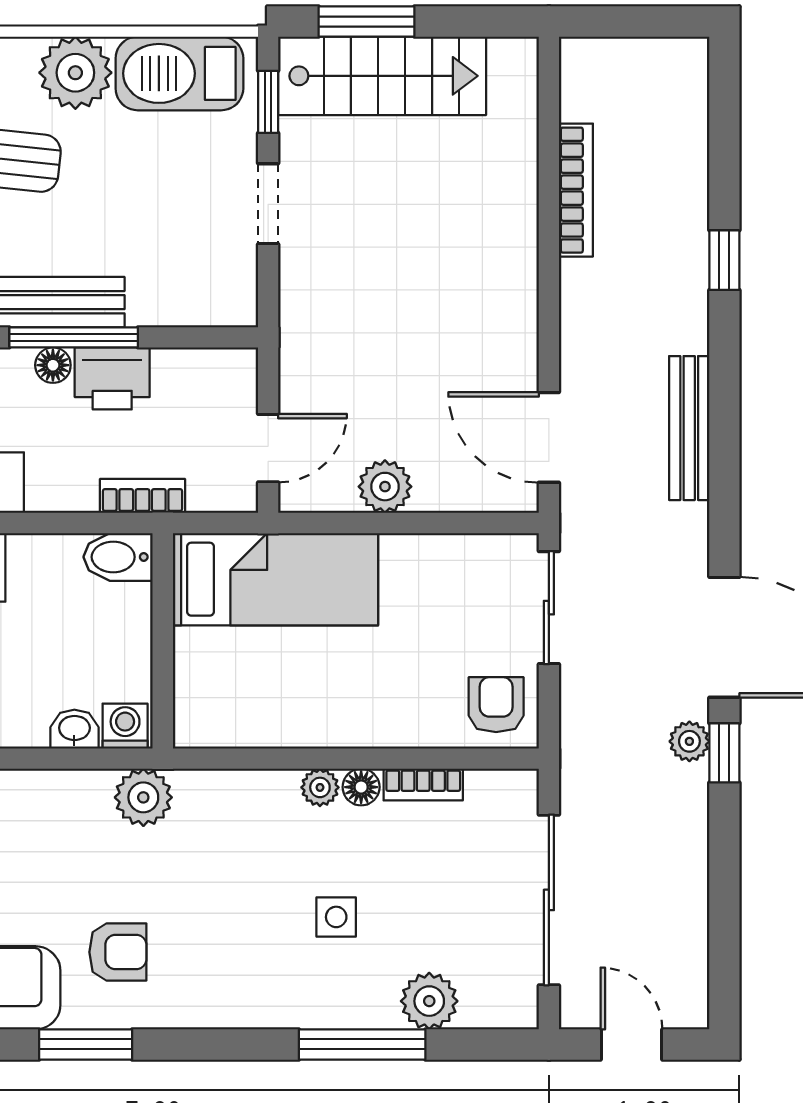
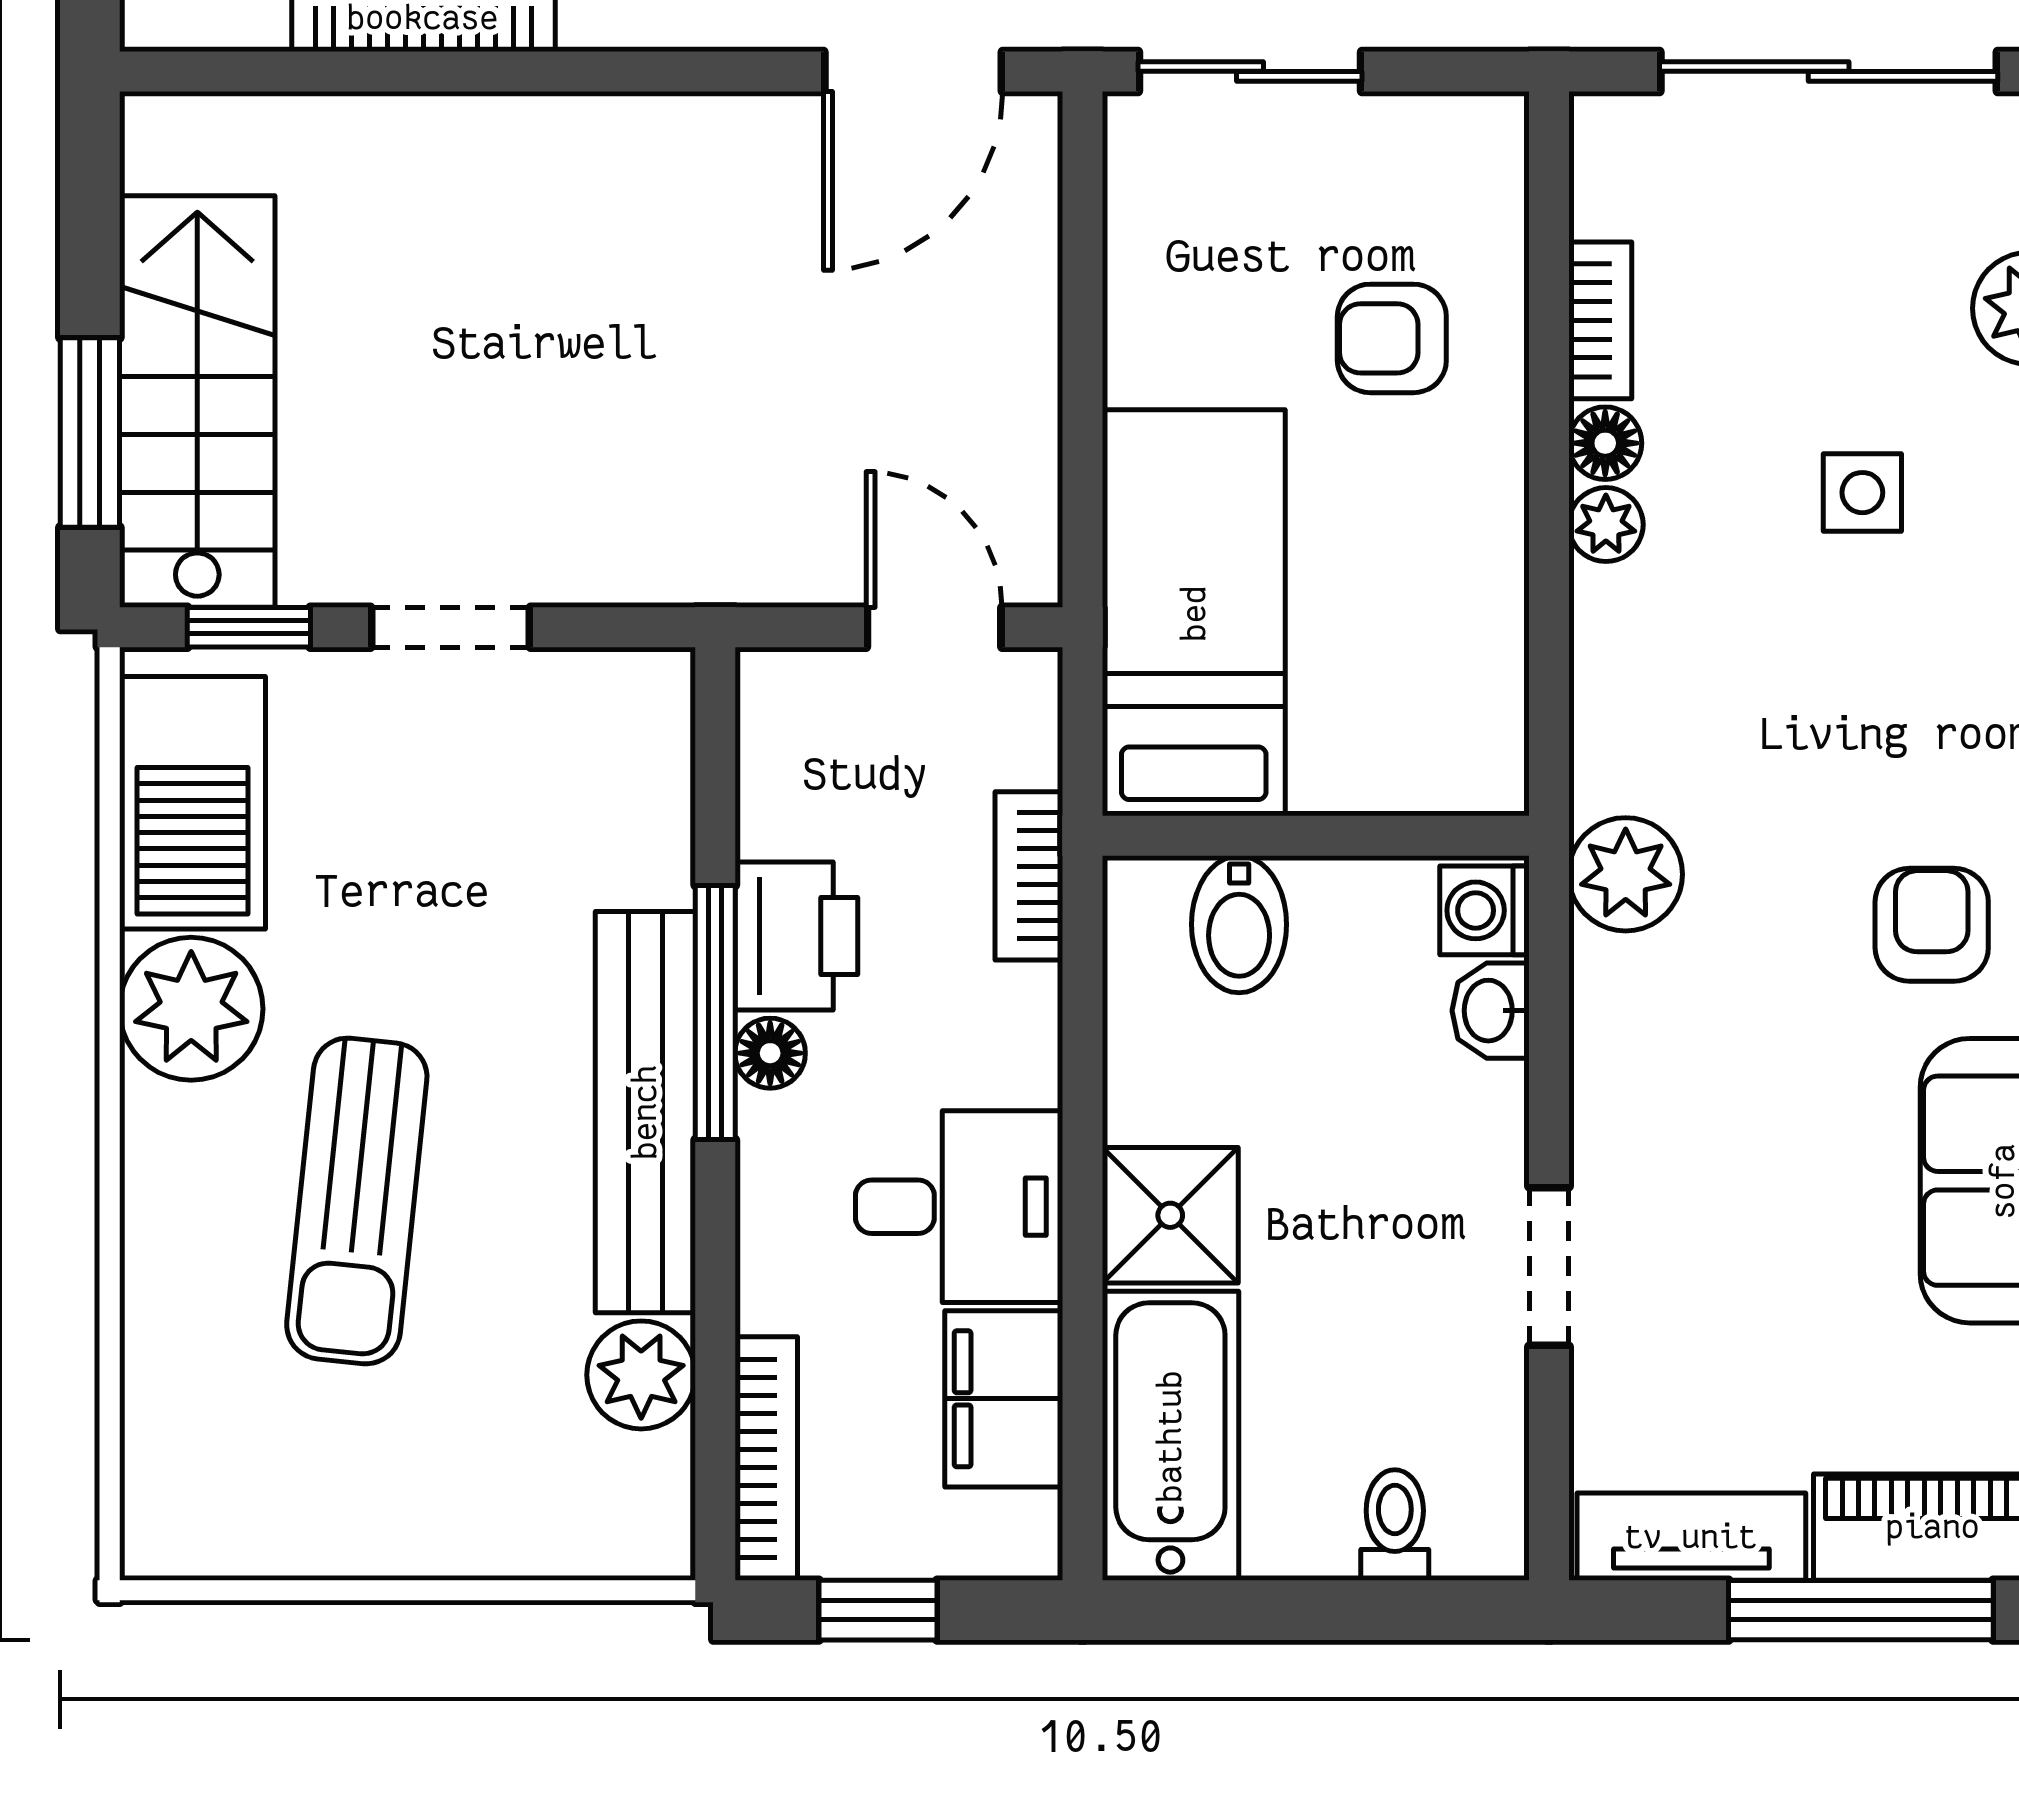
plant: (385, 487) -> (1010, 396), removed
bidet: (118, 557) -> (1239, 924), moved
armchair: (496, 705) -> (1392, 338), moved

